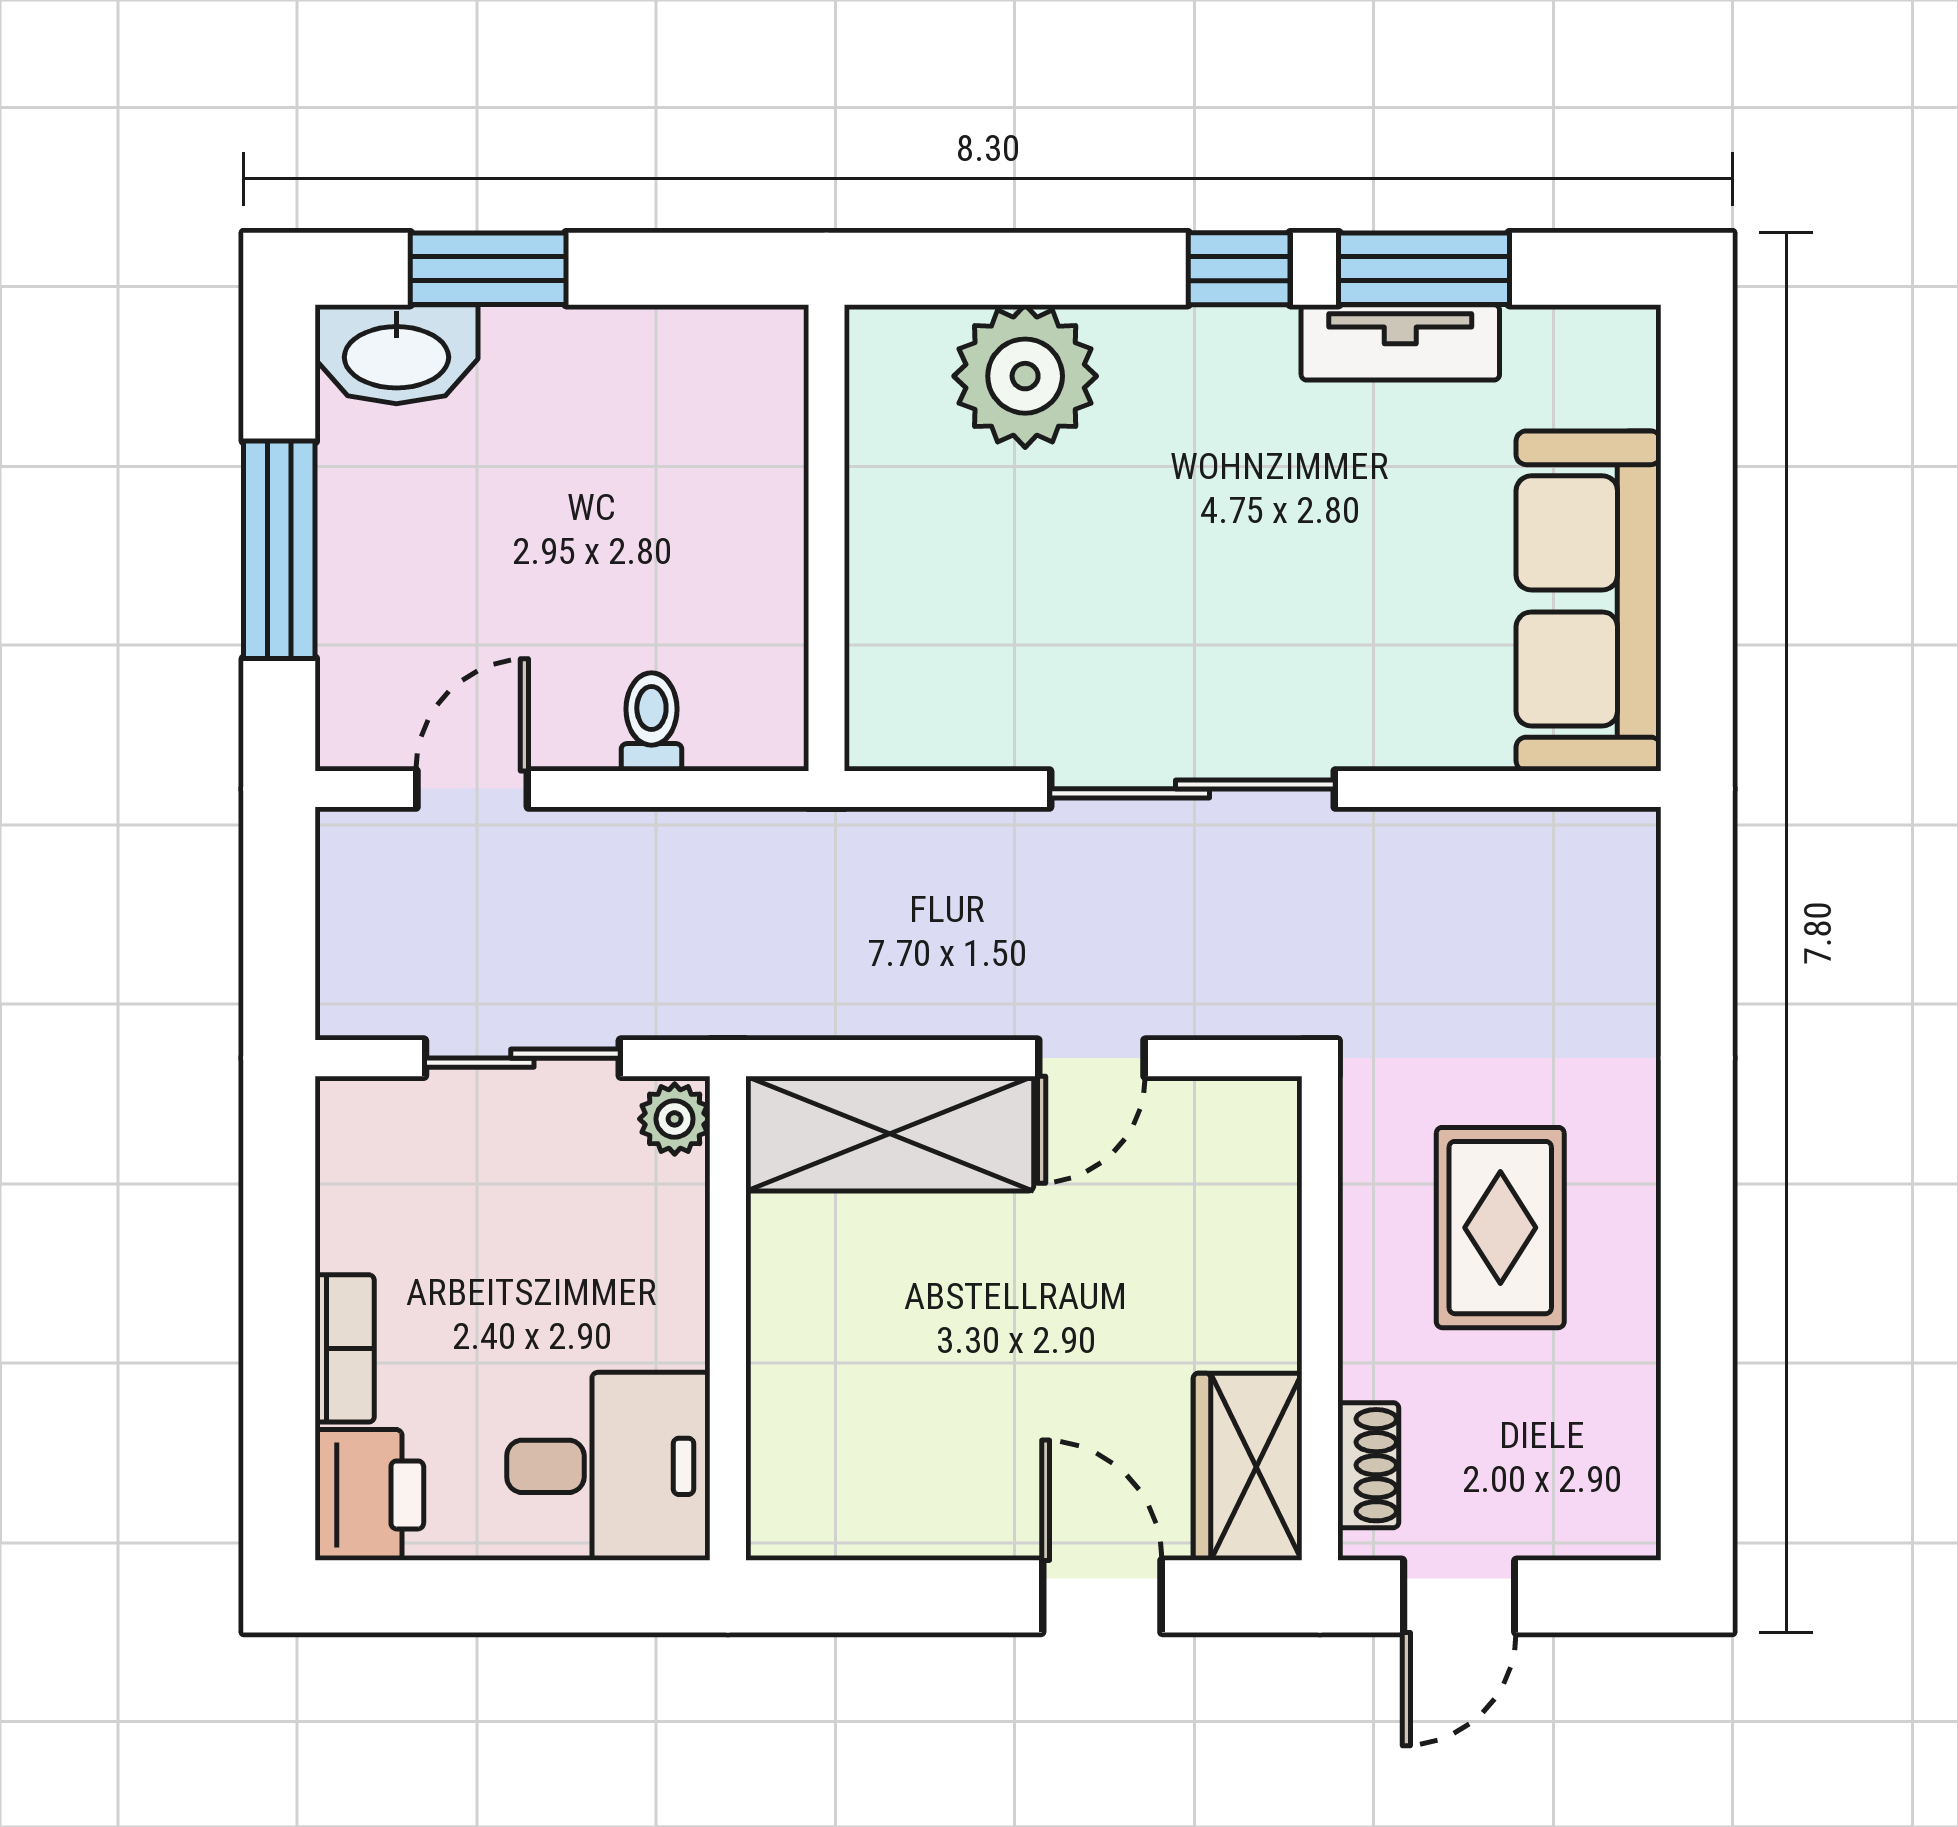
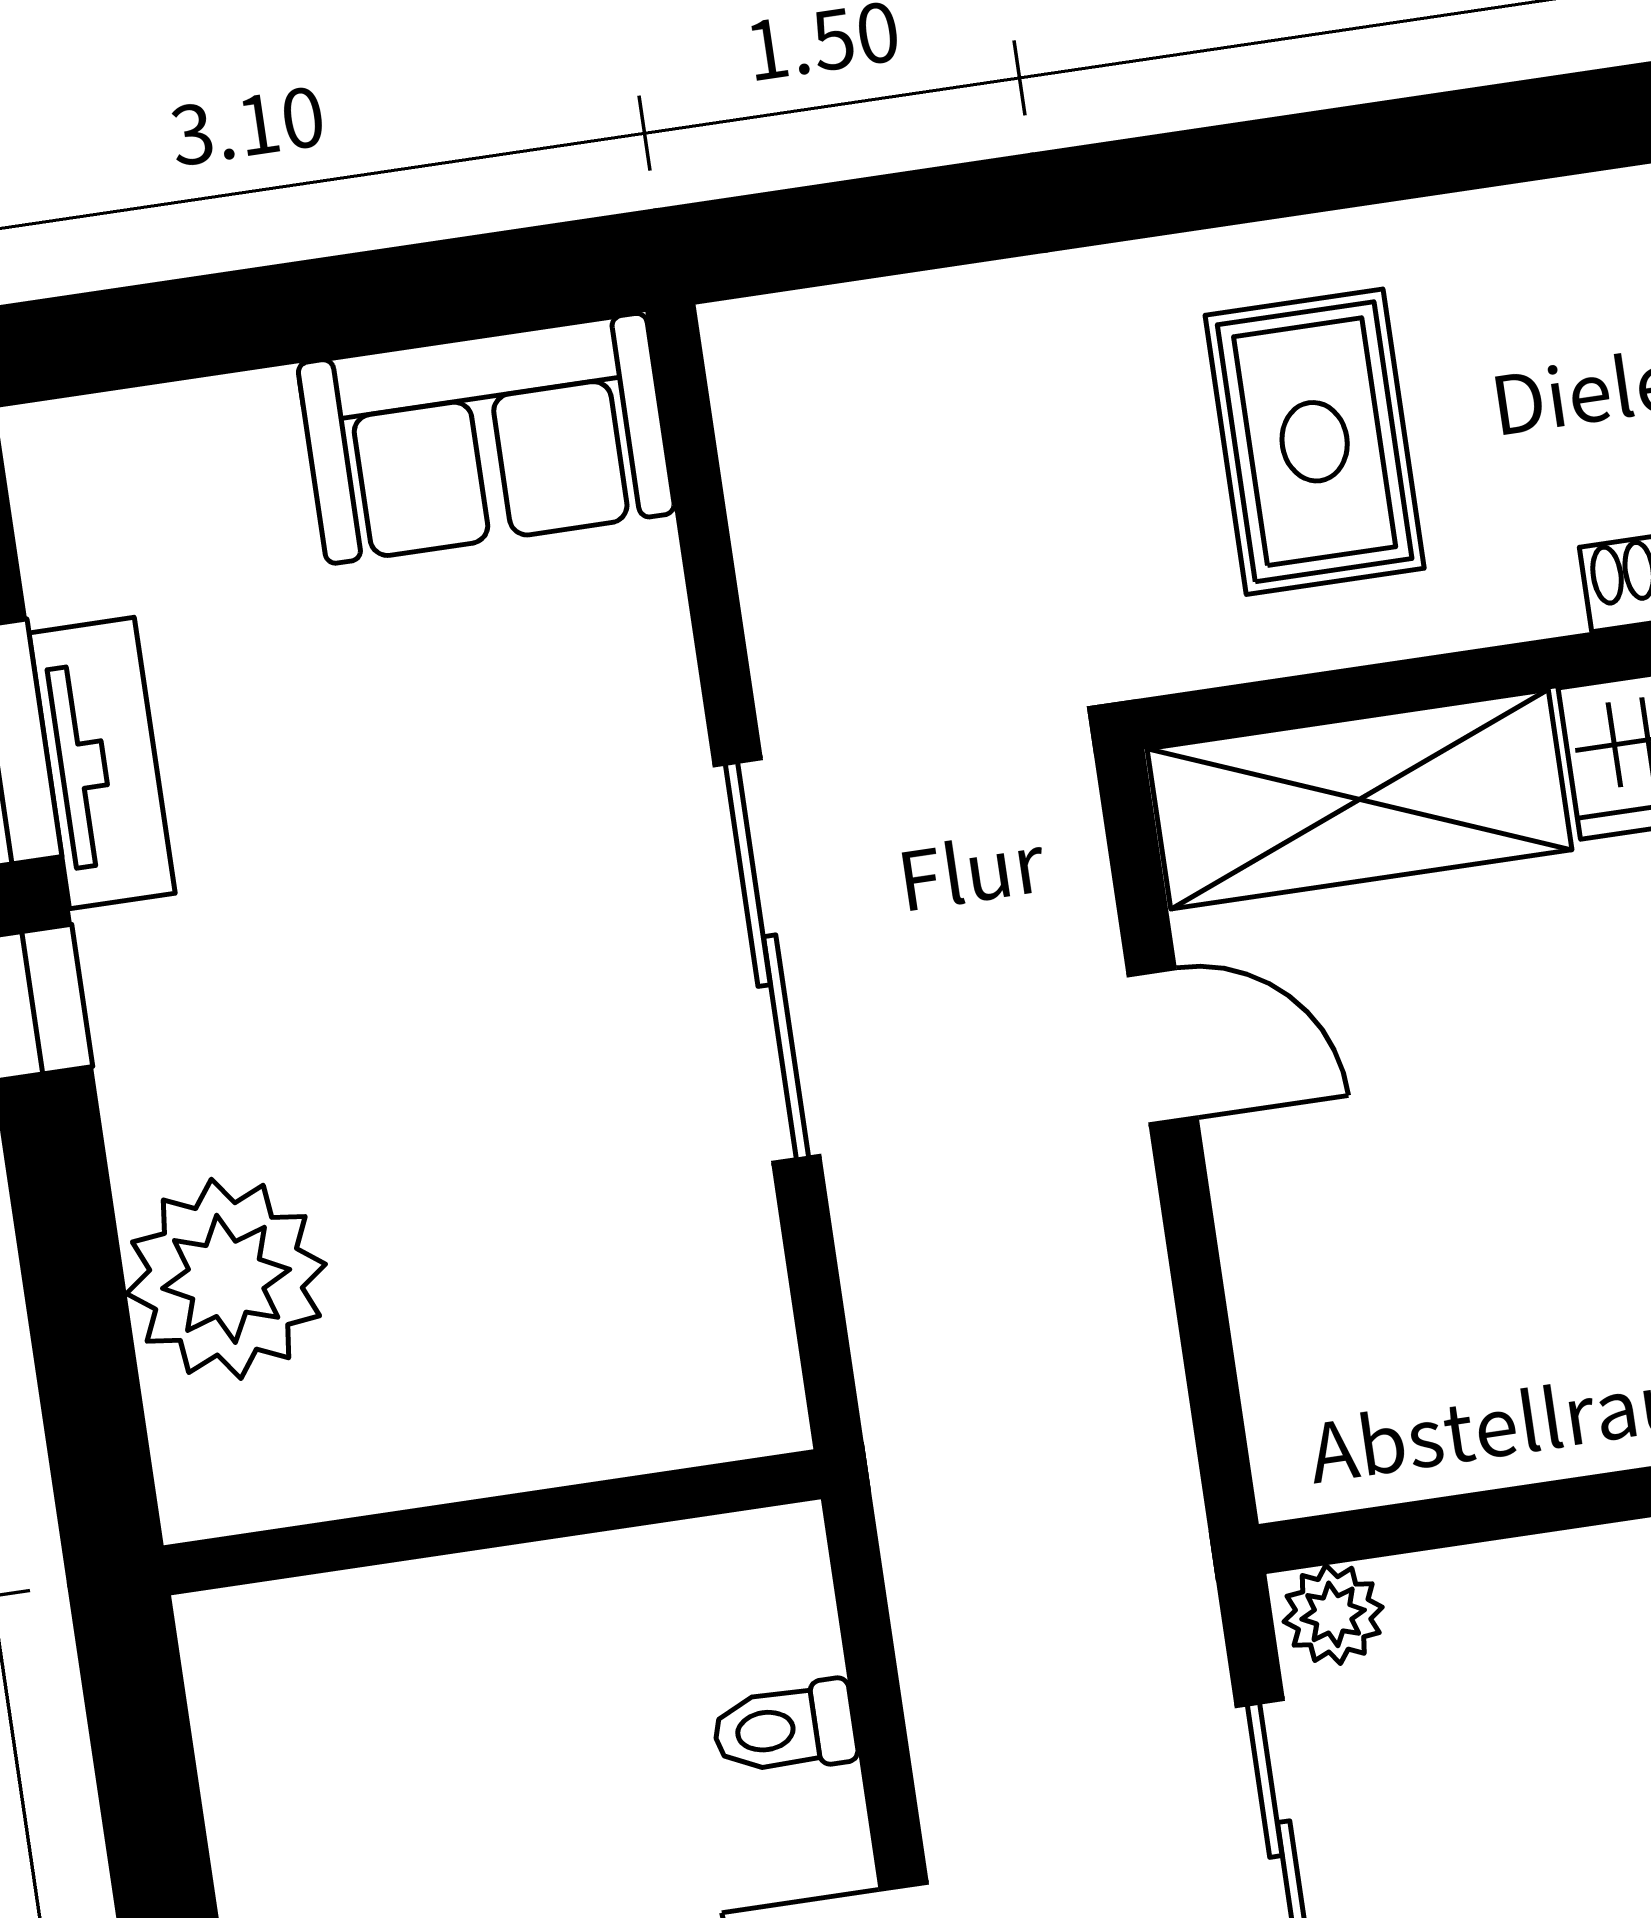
sofa: (1589, 601) -> (486, 438), width x0.73
shelving: (890, 1134) -> (1360, 799), moved, turned 90
rug: (1500, 1228) -> (1315, 442), turned 90

